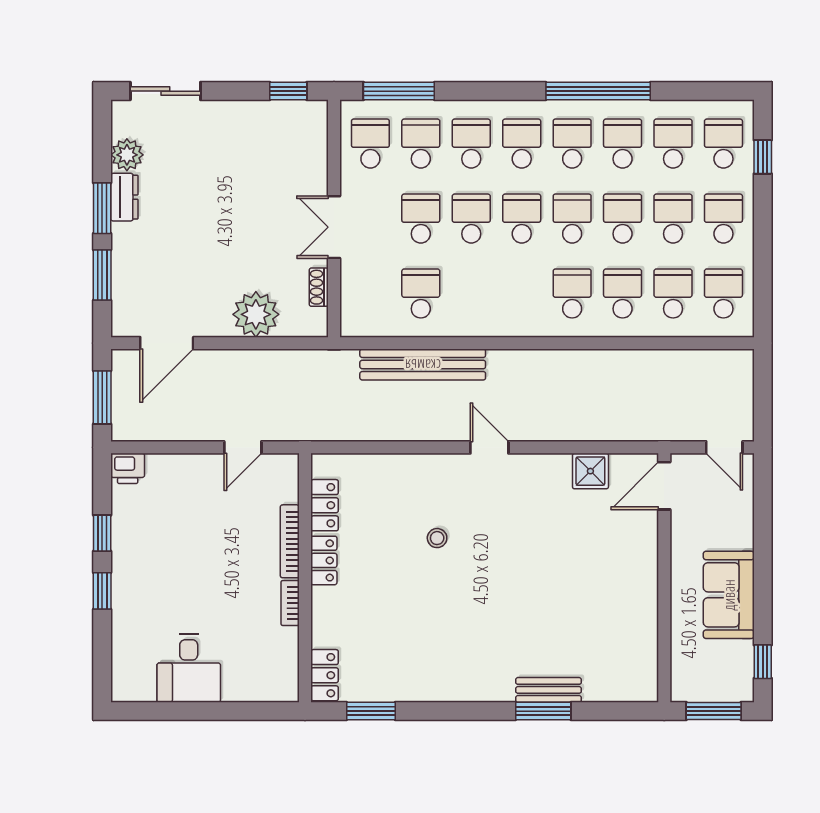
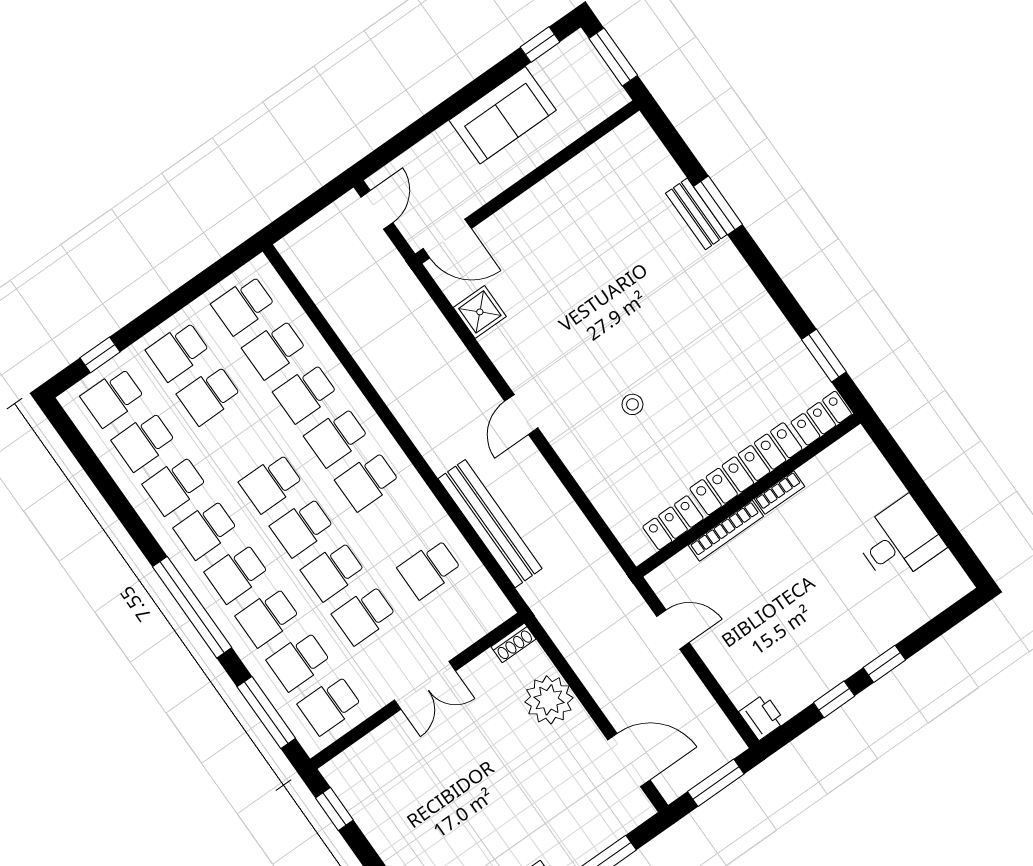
window: (598, 91) -> (192, 607), moved
school desk: (623, 219) -> (367, 481), moved
shoe rack: (319, 287) -> (513, 643), moved
locker: (324, 560) -> (746, 469), width x2.16, depth x1.21

